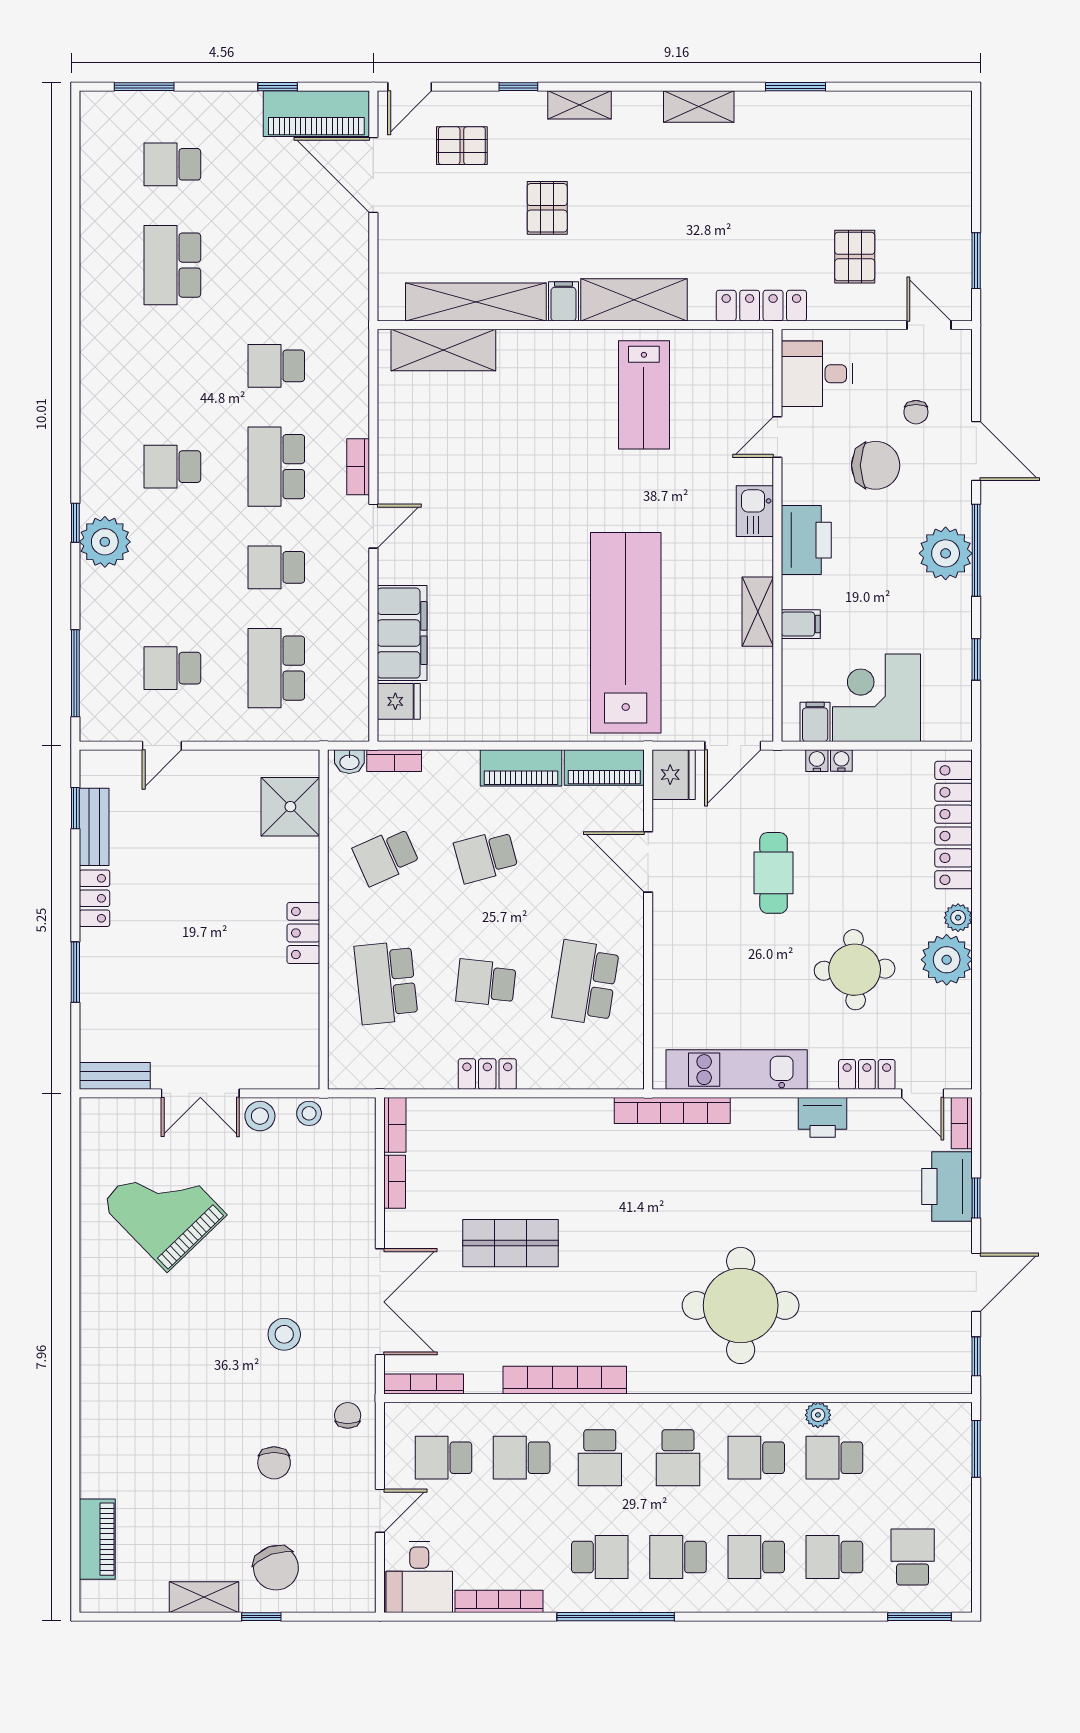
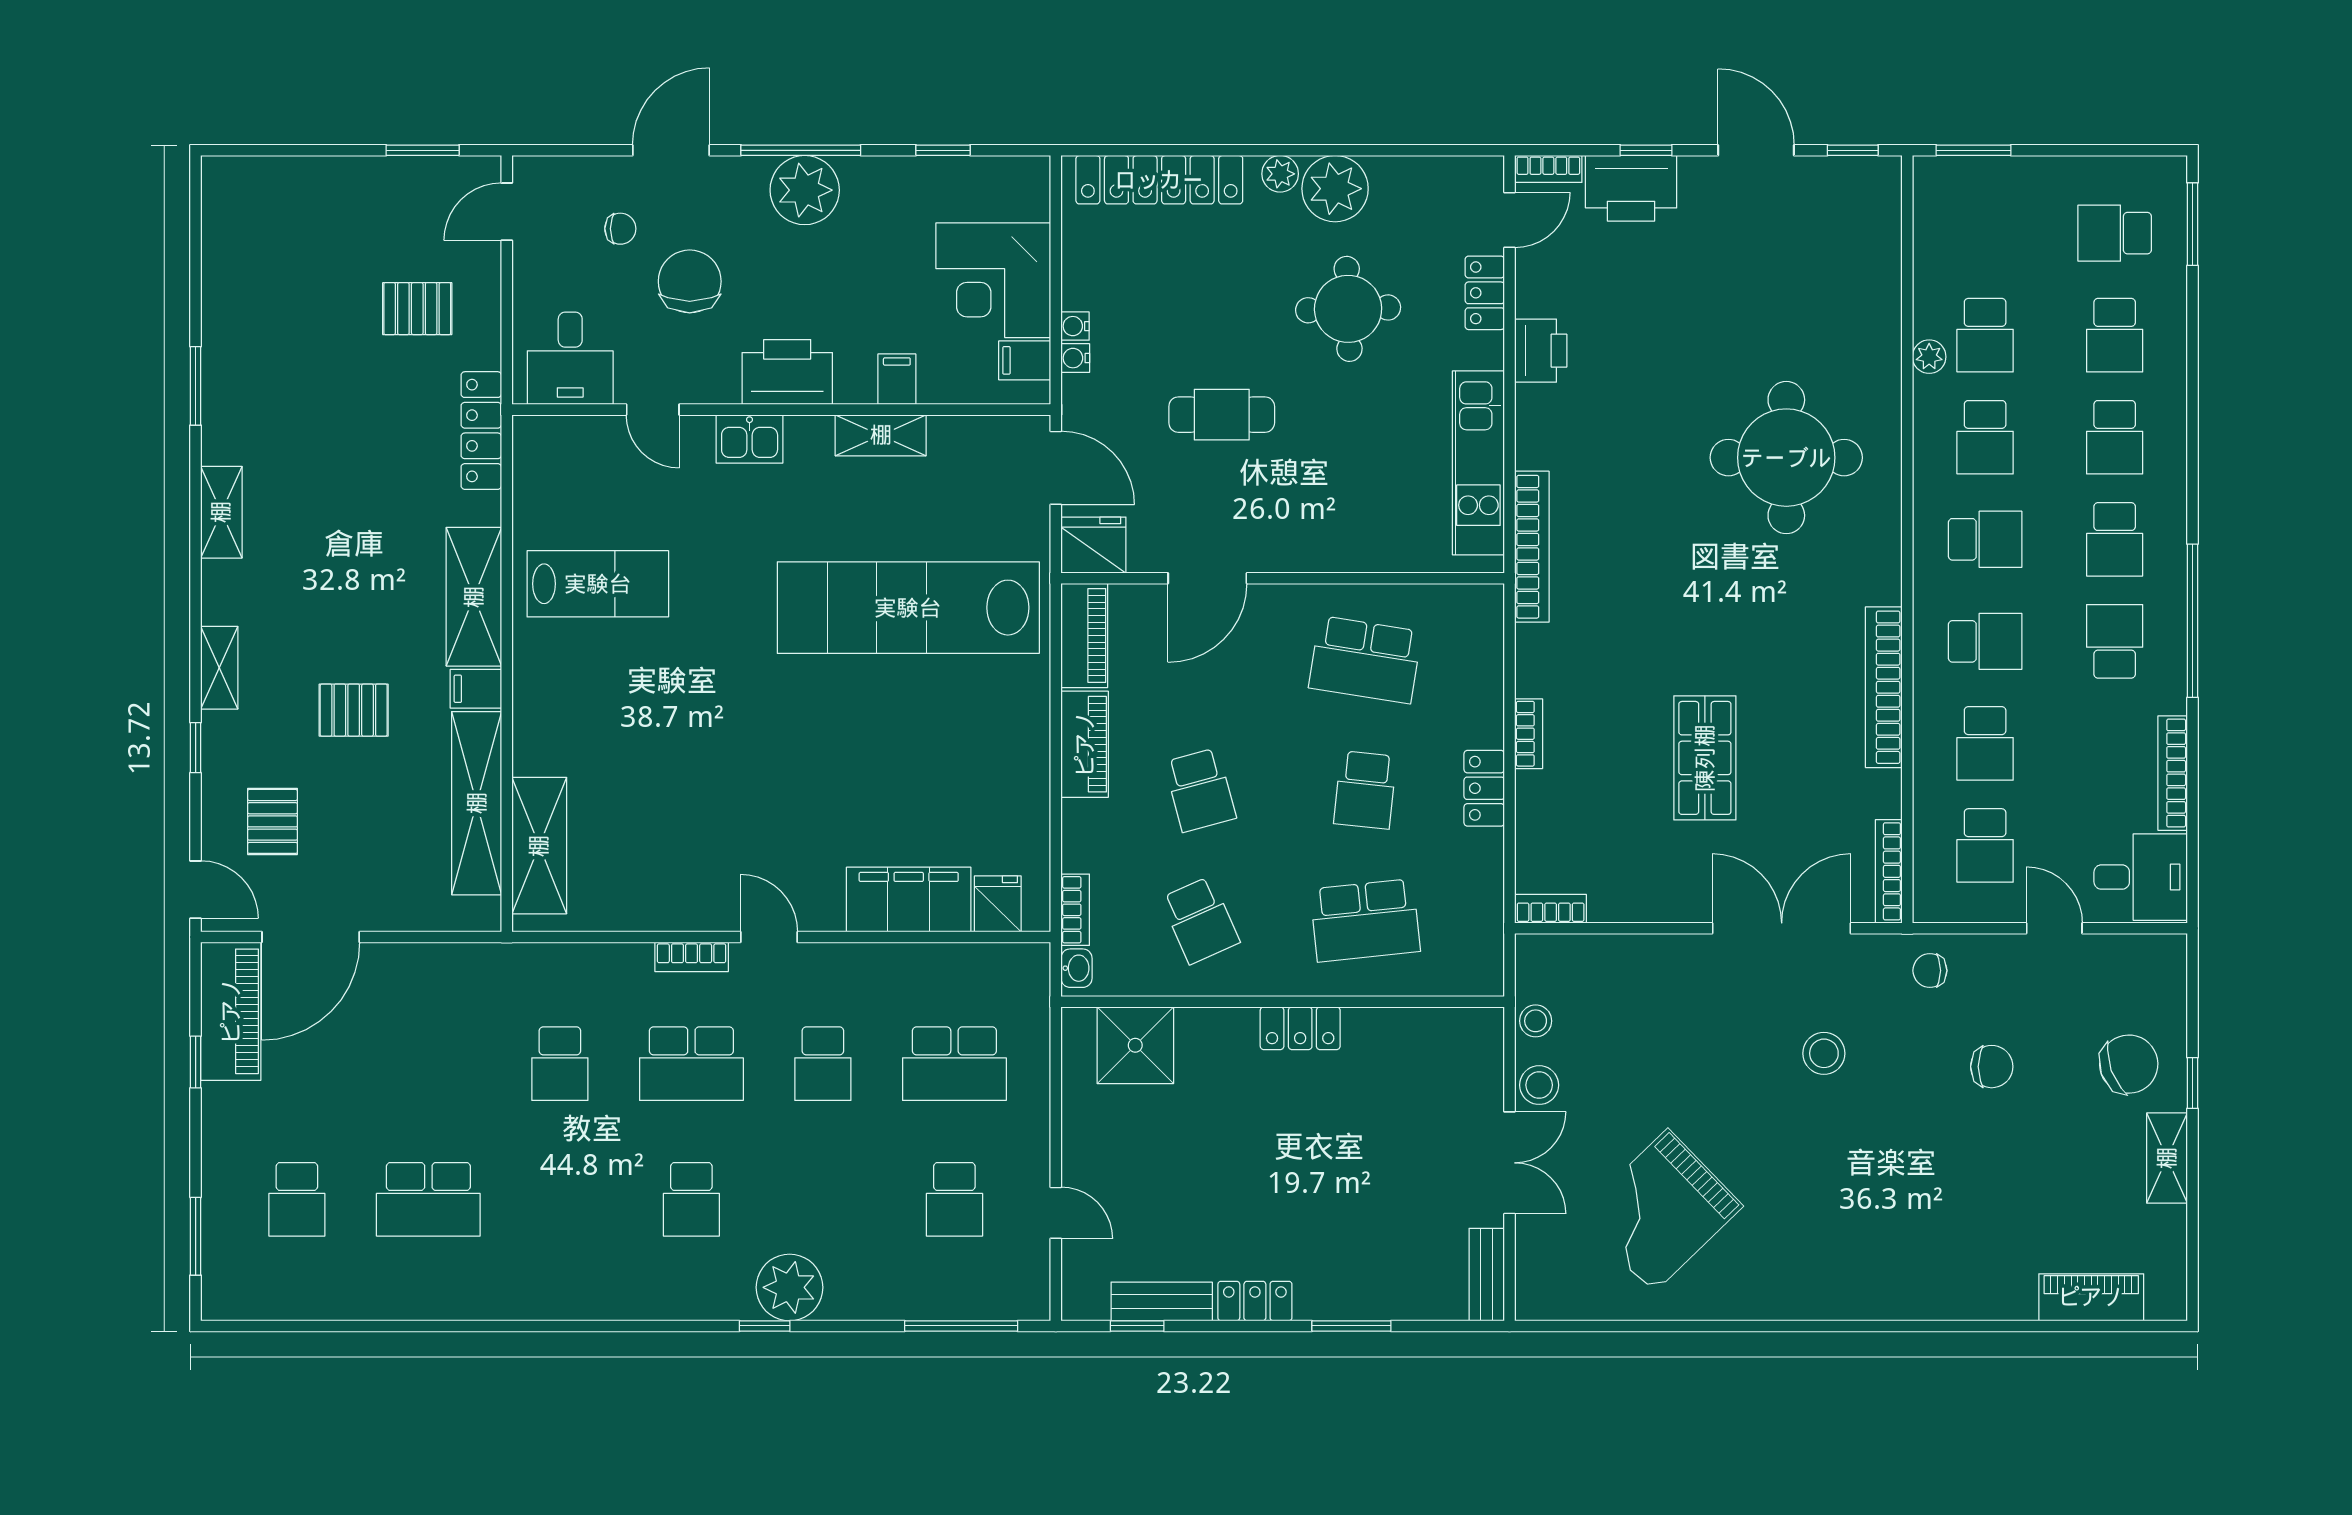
bookcase: (395, 1182) -> (1529, 734), moved, turned 90

